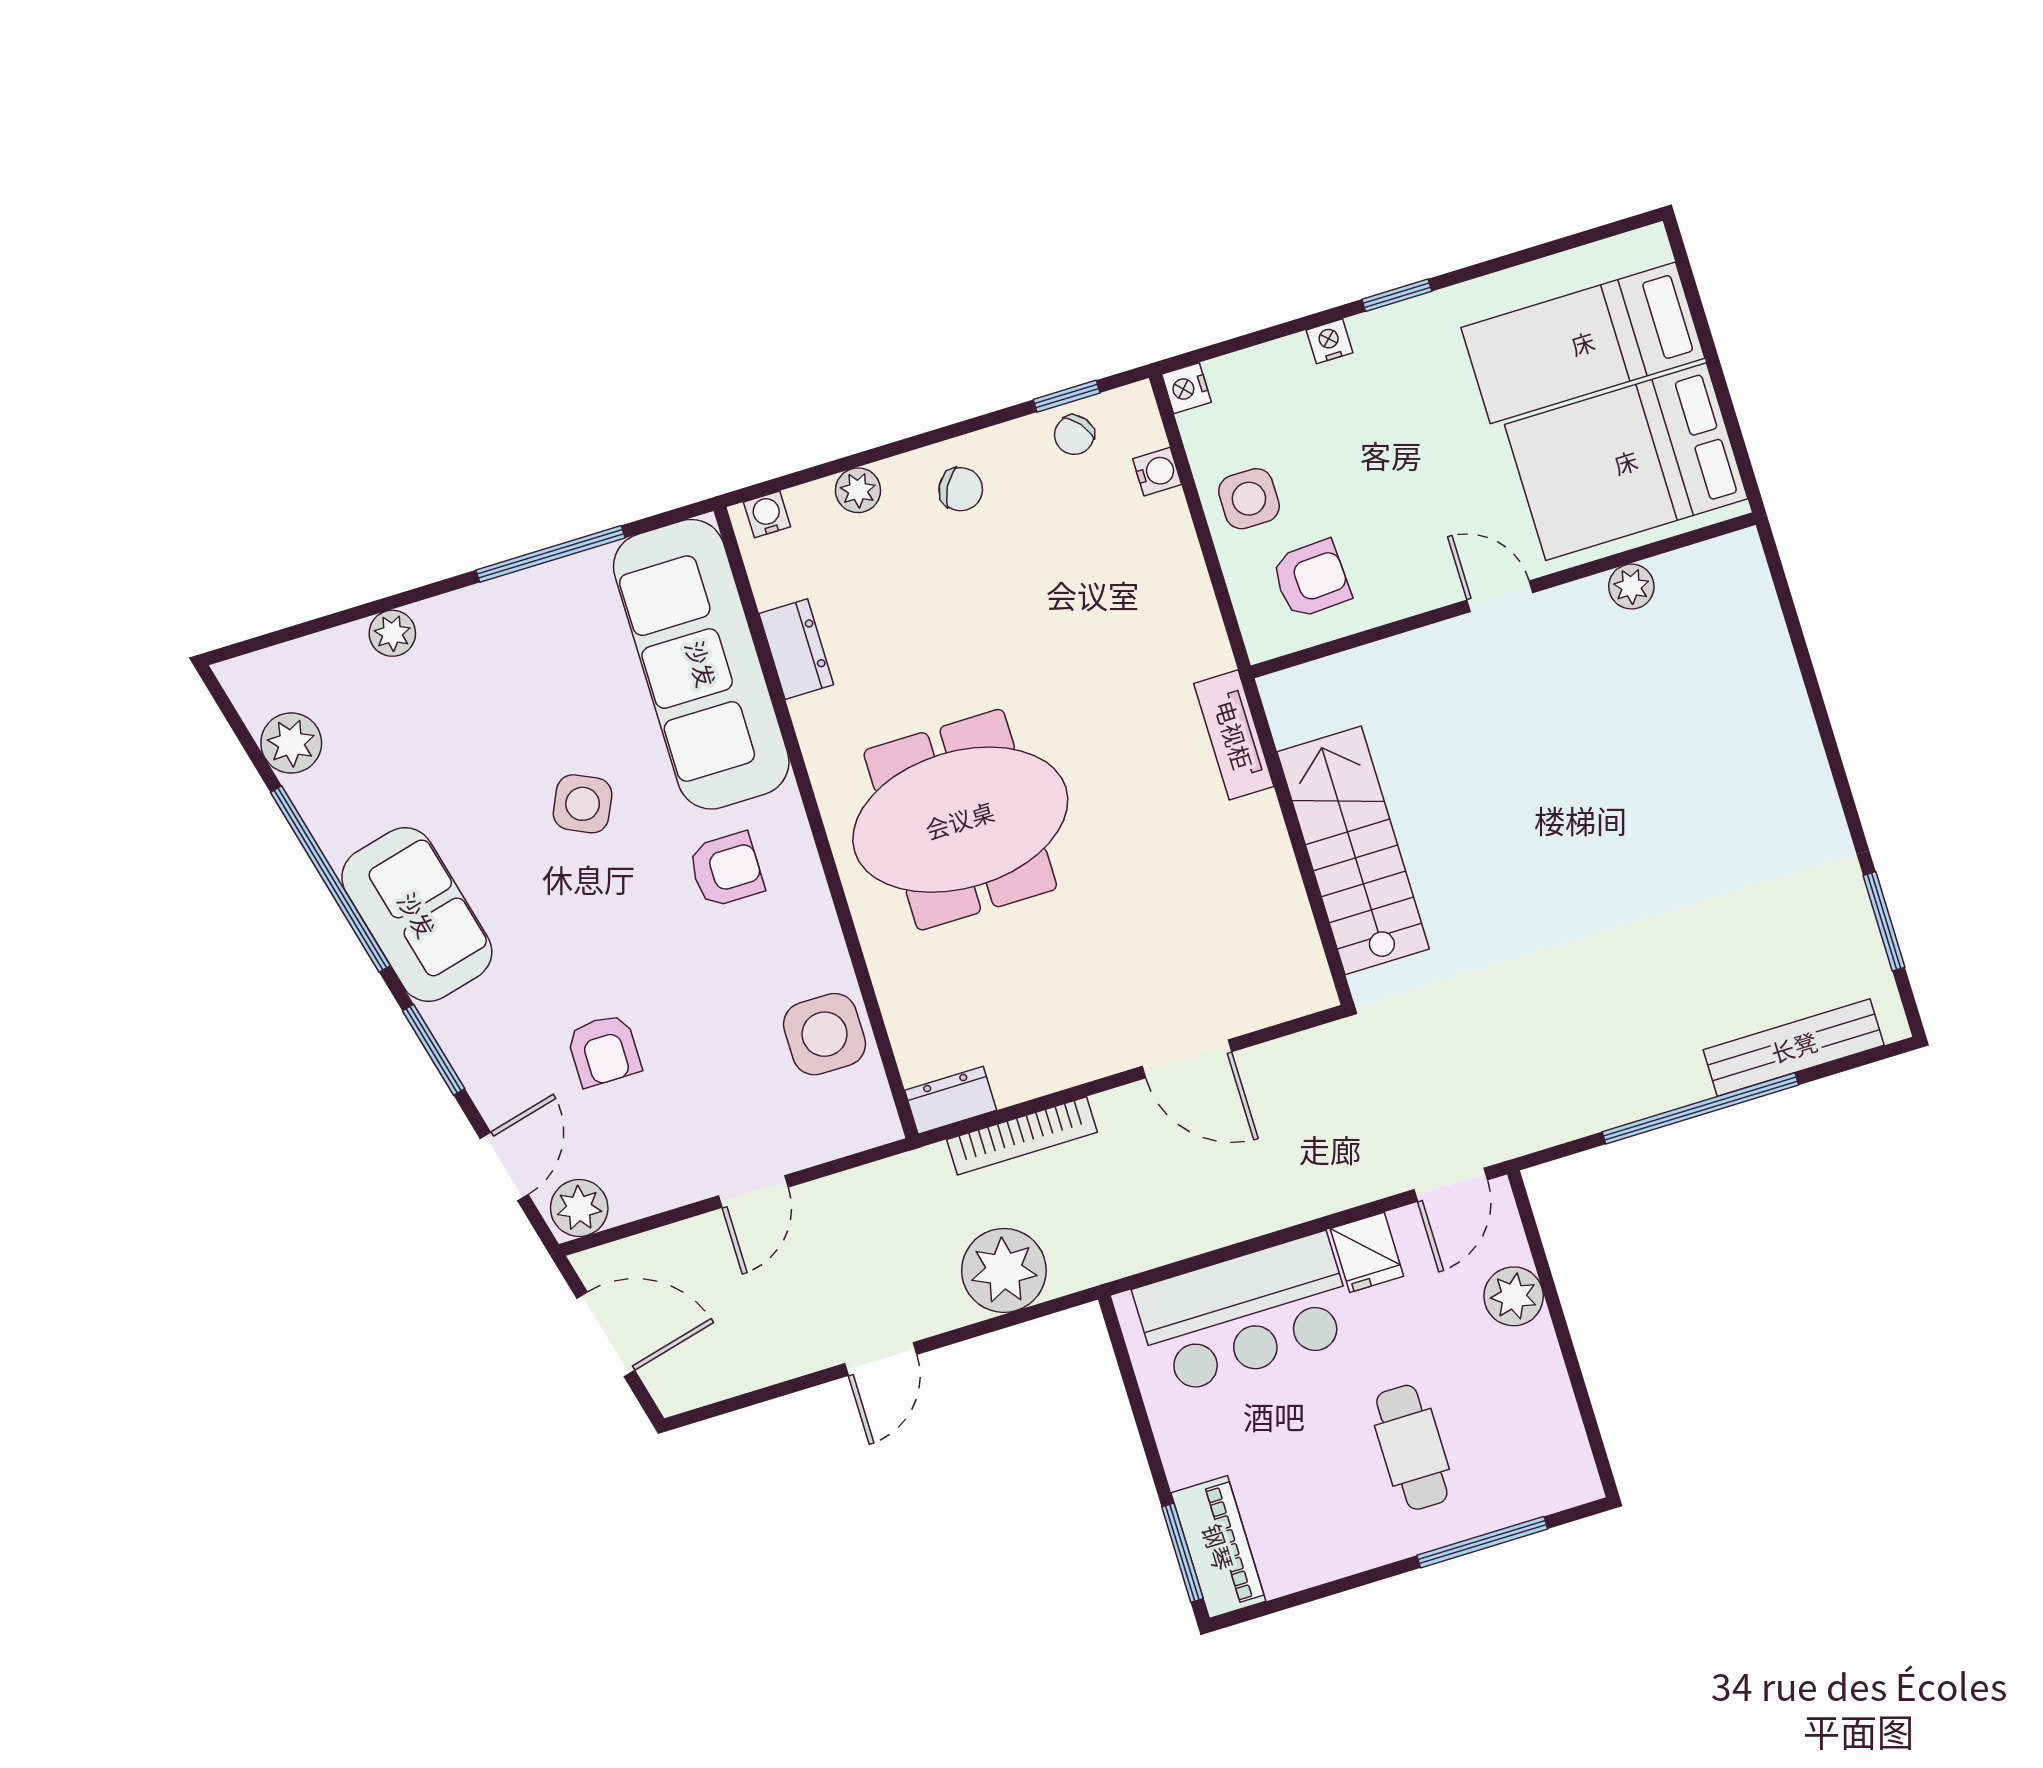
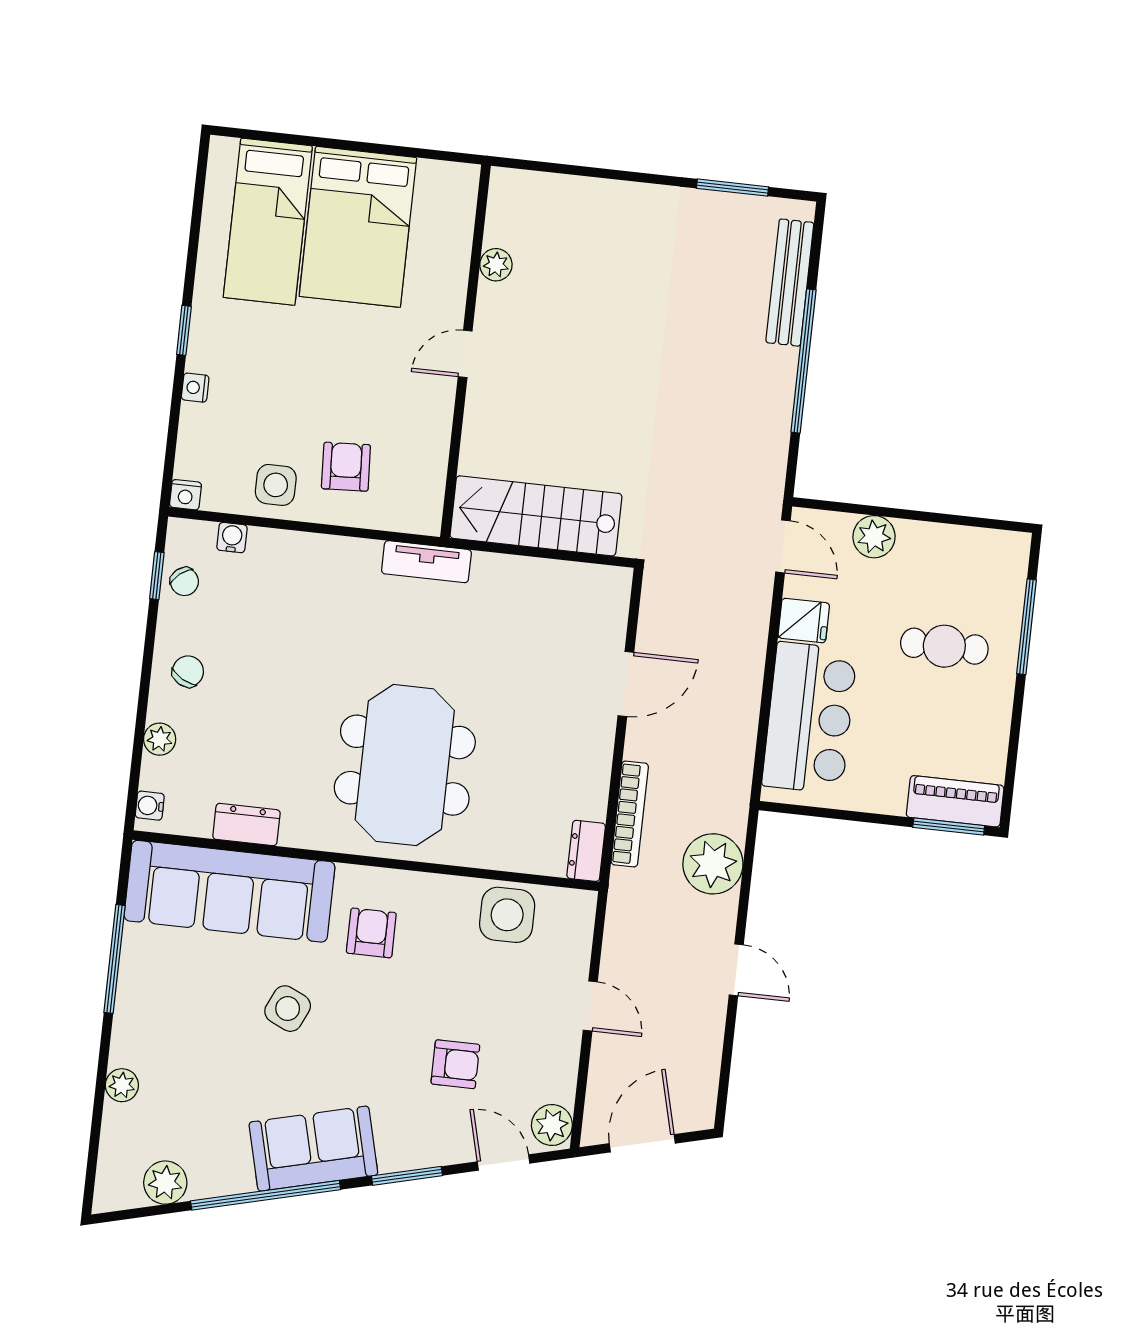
plant: (1631, 587) -> (496, 265), moved
wall: (1503, 595) -> (465, 351), moved
door: (1500, 596) -> (465, 354), moved

